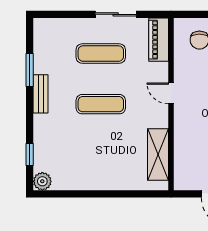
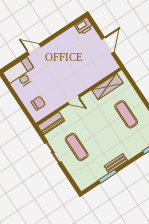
door: (171, 93) -> (73, 100), hinge flipped
exercise mat: (101, 104) -> (126, 114), moved

